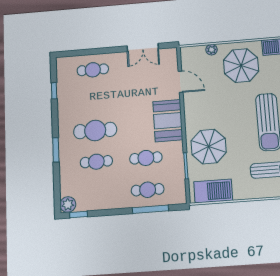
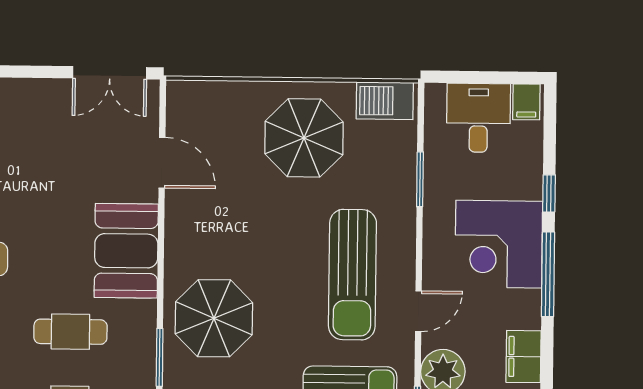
double door: (143, 47) -> (110, 73), moved
plant: (212, 50) -> (239, 93), removed

